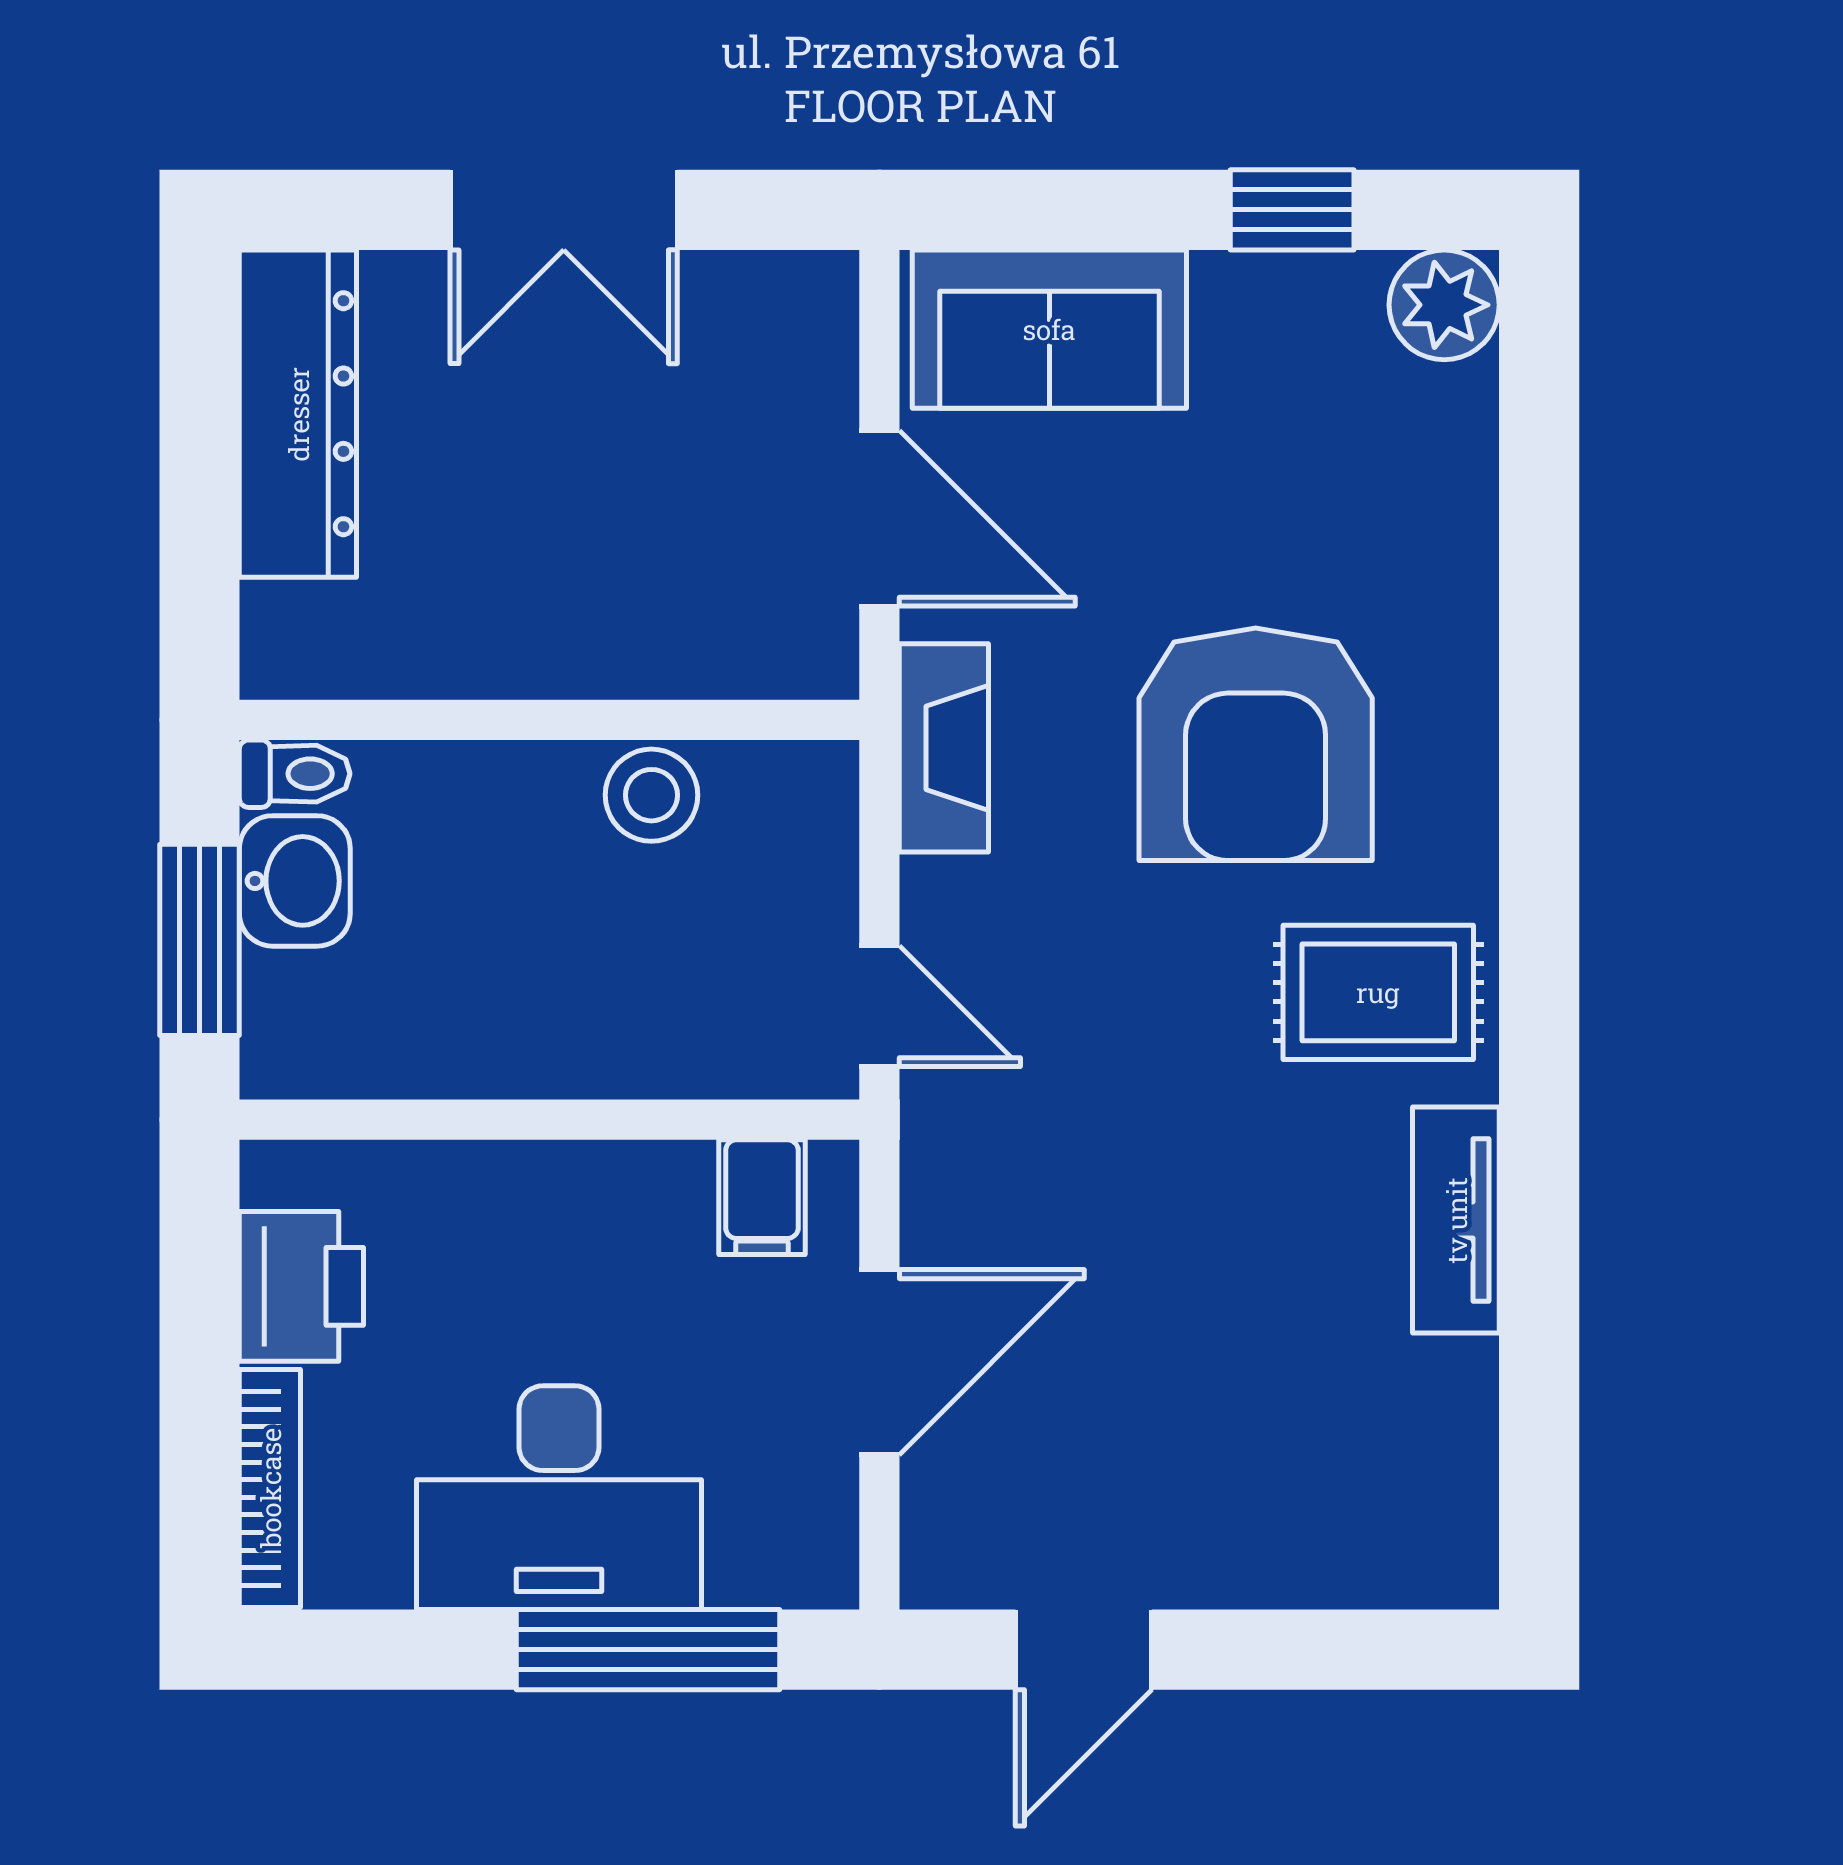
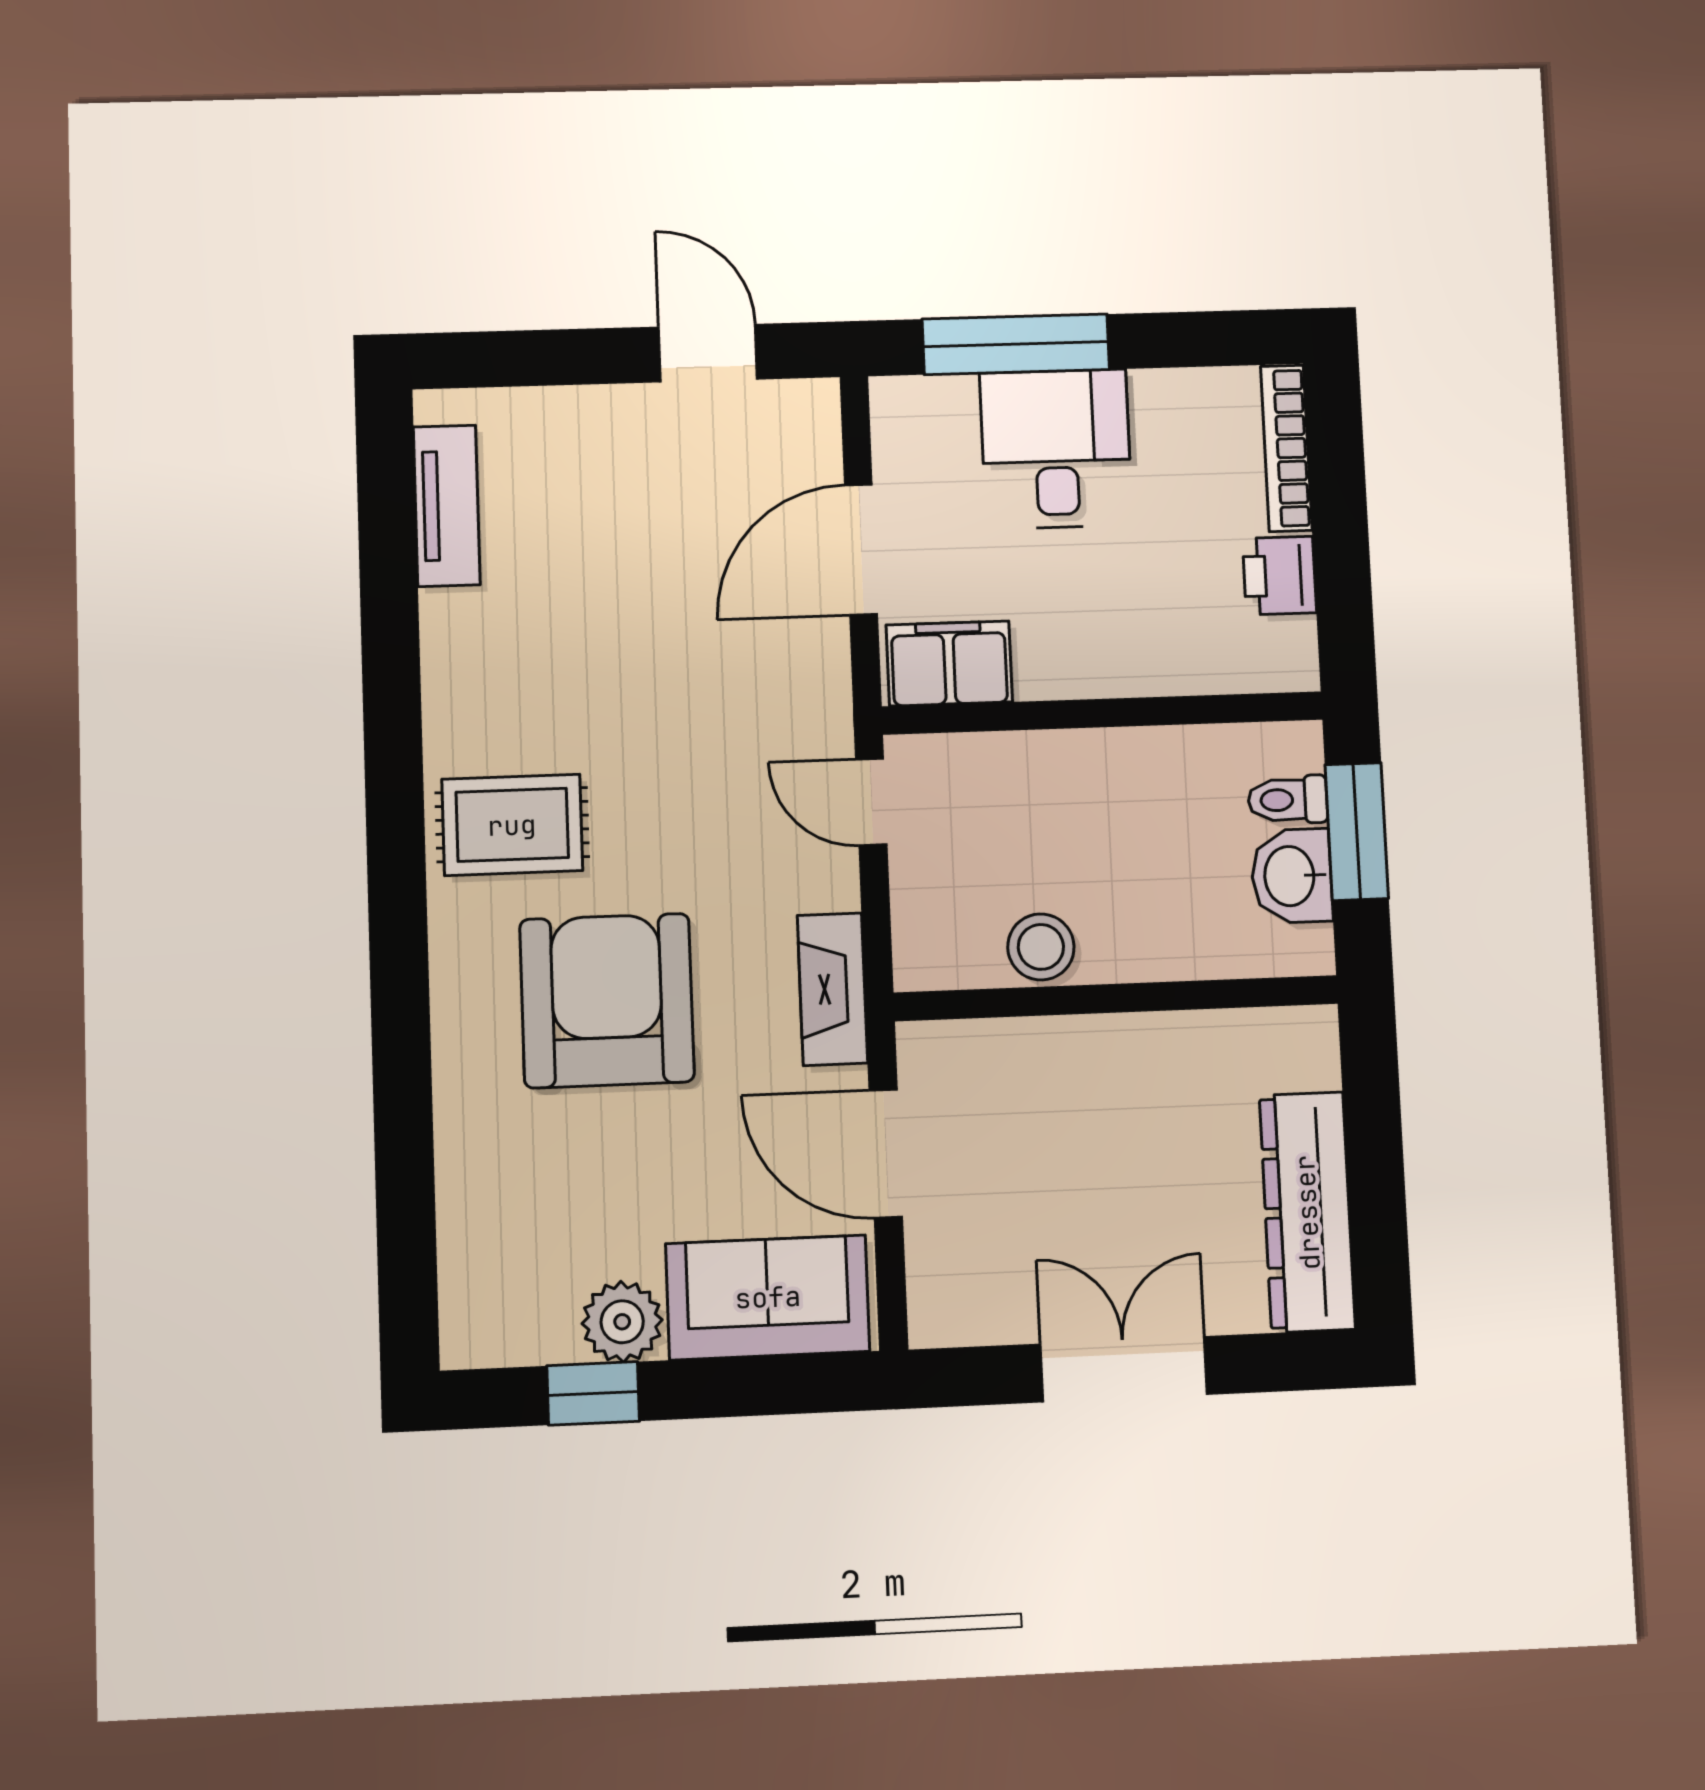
plant: (1444, 305) -> (622, 1322), moved
toilet: (295, 774) -> (1288, 800), moved
filing cabinet: (762, 1197) -> (949, 663), width x2.00
tv unit: (1456, 1220) -> (447, 506), moved
printer: (301, 1286) -> (1279, 576), width x0.73, depth x0.81
desk: (559, 1498) -> (1056, 449), width x0.73
door: (1084, 1650) -> (708, 353), hinge flipped

